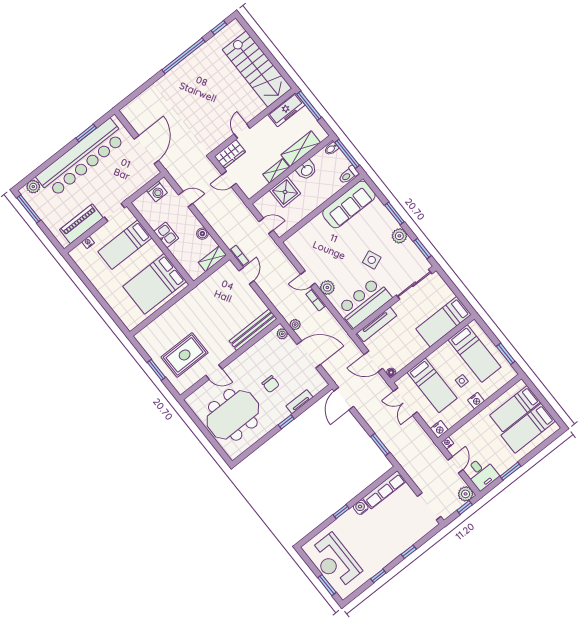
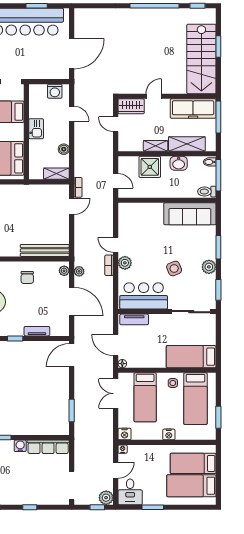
window: (263, 48) -> (218, 46), added
freezer: (286, 110) -> (193, 109), width x1.36, depth x1.26
tv unit: (377, 324) -> (134, 319), width x0.71
side table: (462, 381) -> (173, 383), moved
chair: (271, 384) -> (27, 278), moved

